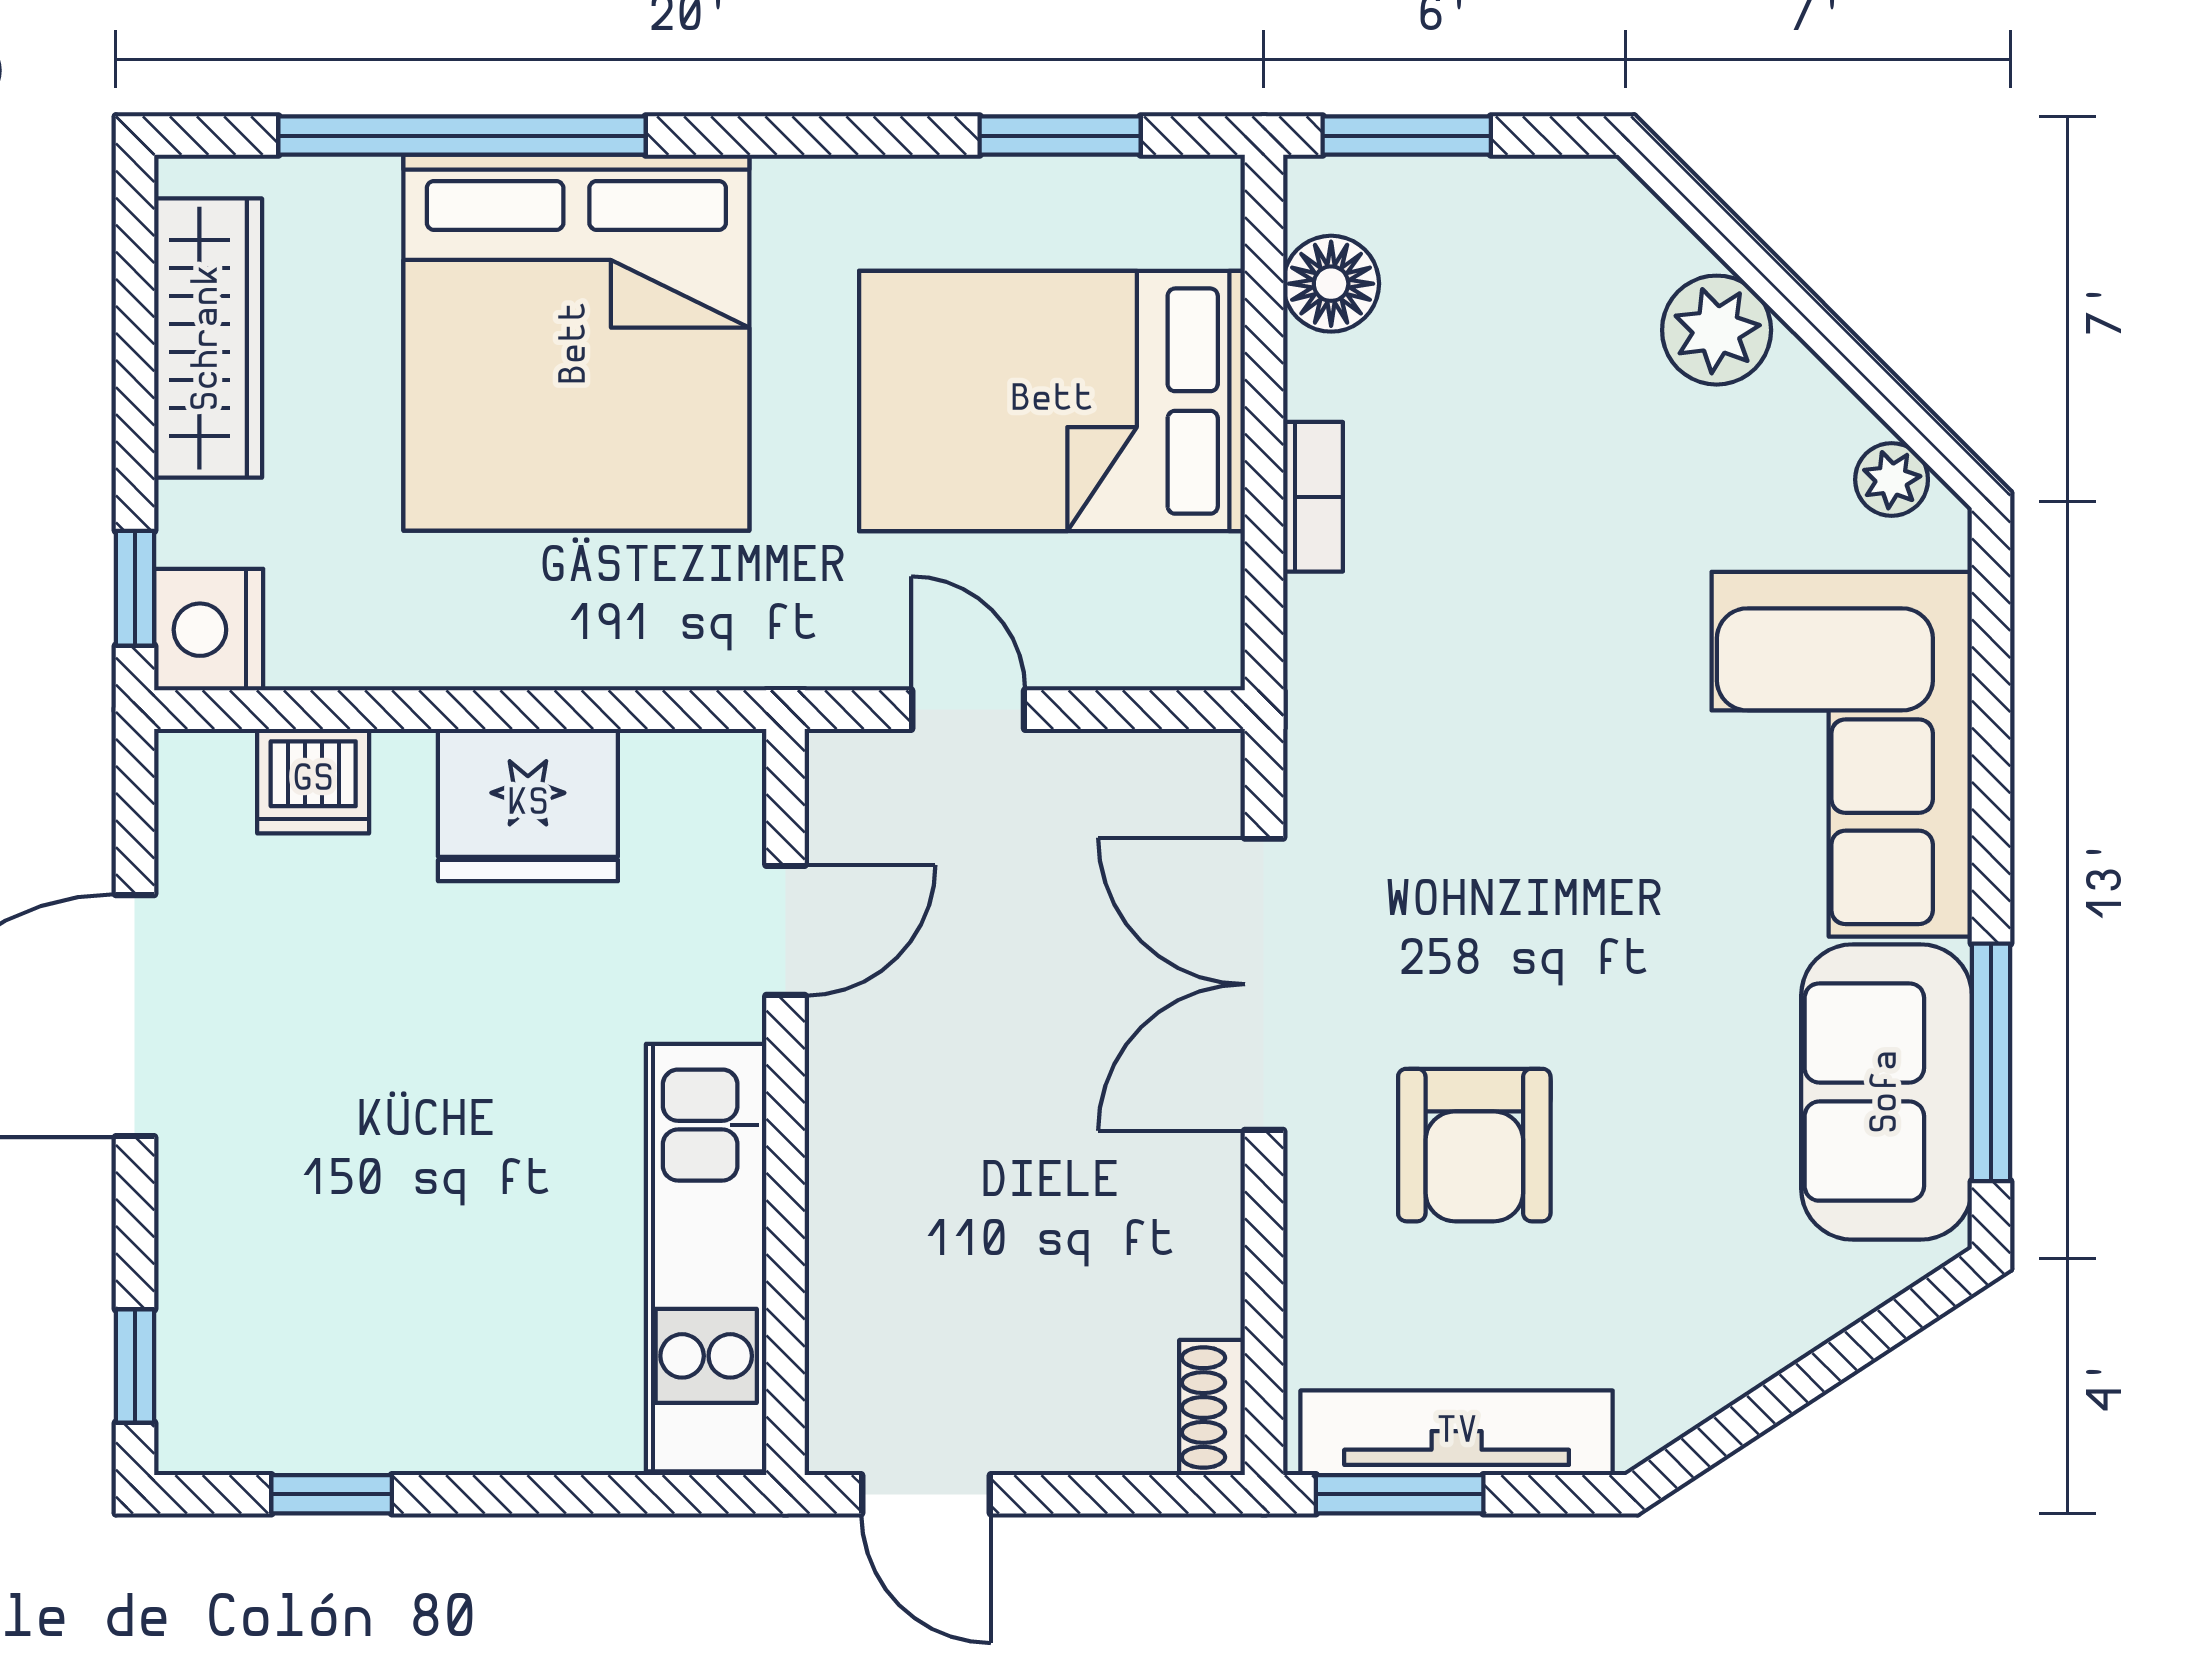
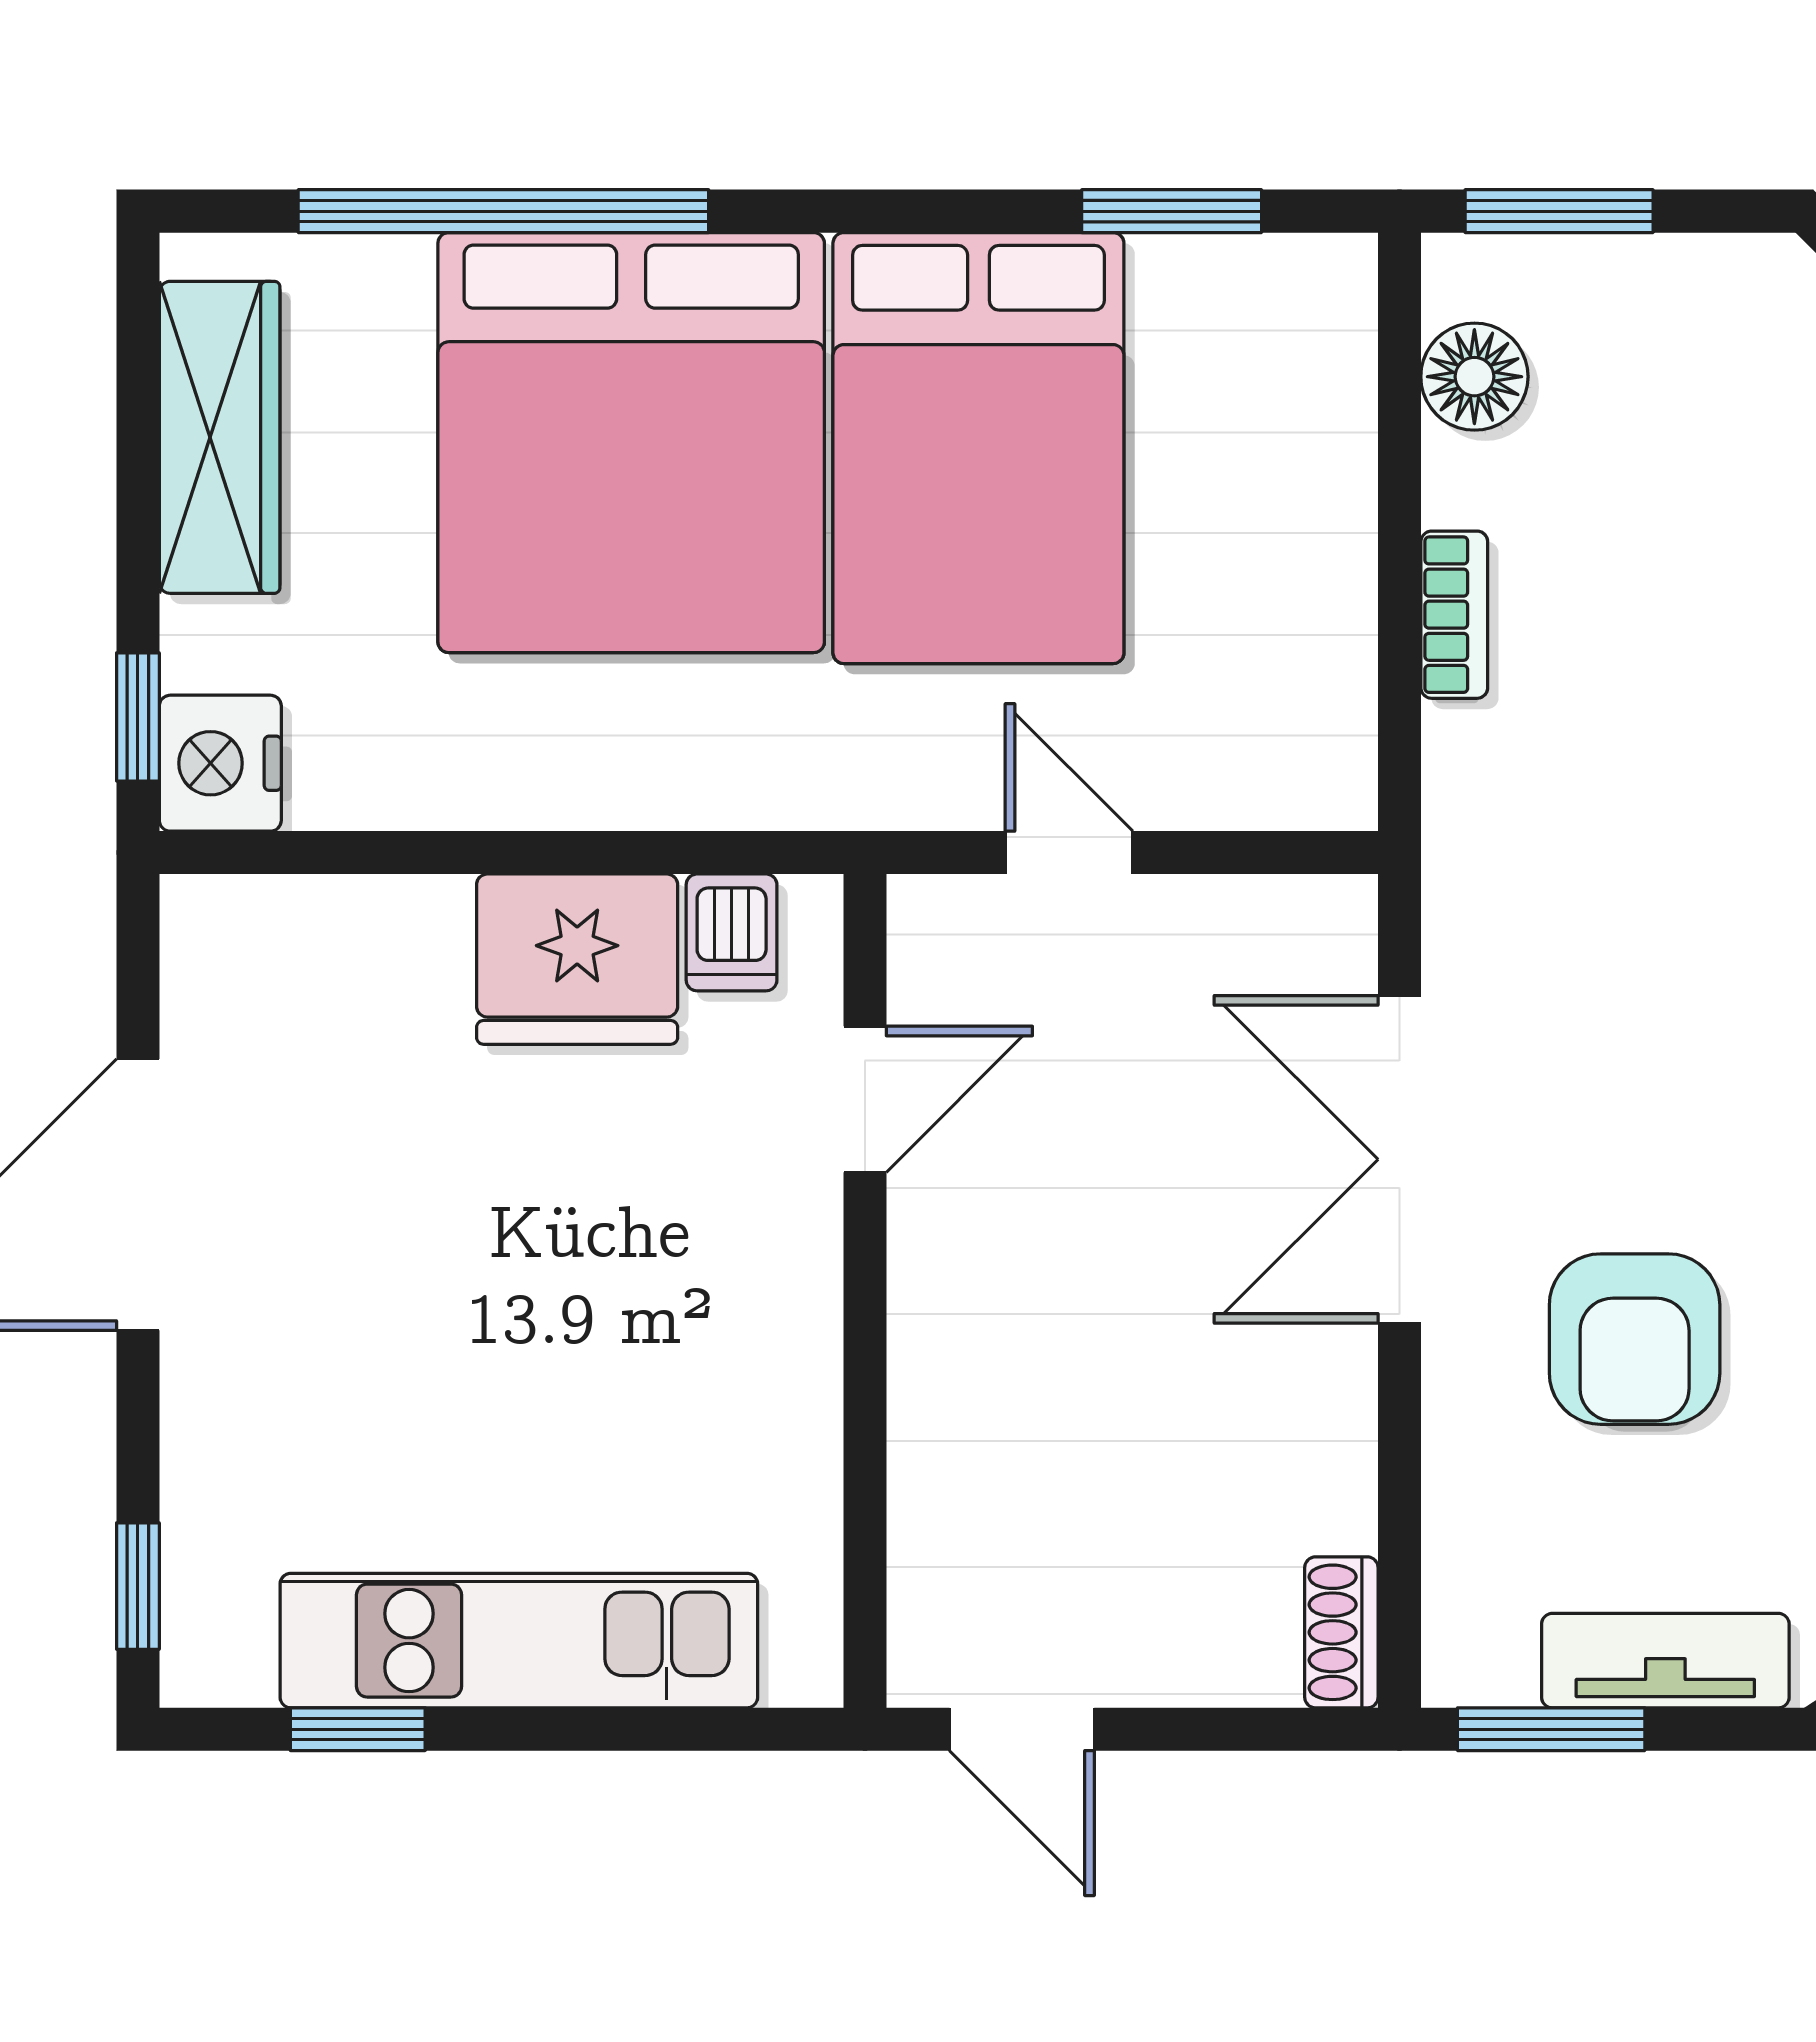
bed: (1052, 401) -> (978, 448), moved, turned -90
dishwasher: (313, 781) -> (732, 932), moved, width x0.73
kitchen unit: (706, 1258) -> (519, 1641), moved, turned 90
tv unit: (1457, 1433) -> (1665, 1661), width x0.71

